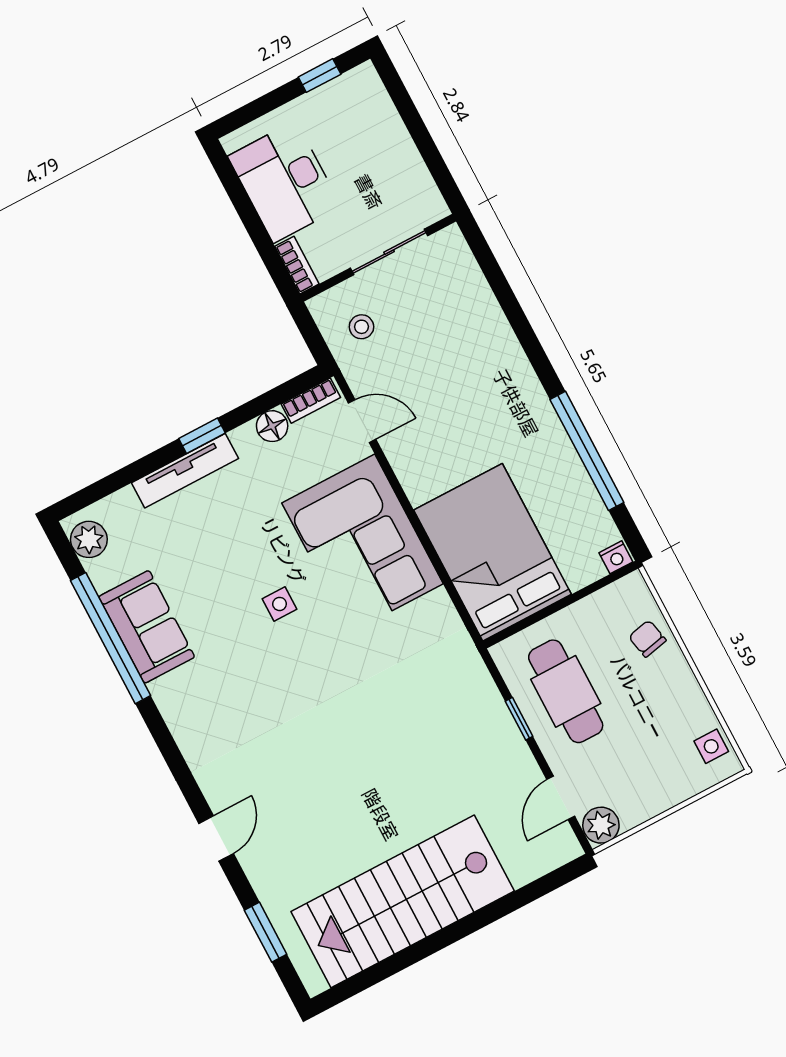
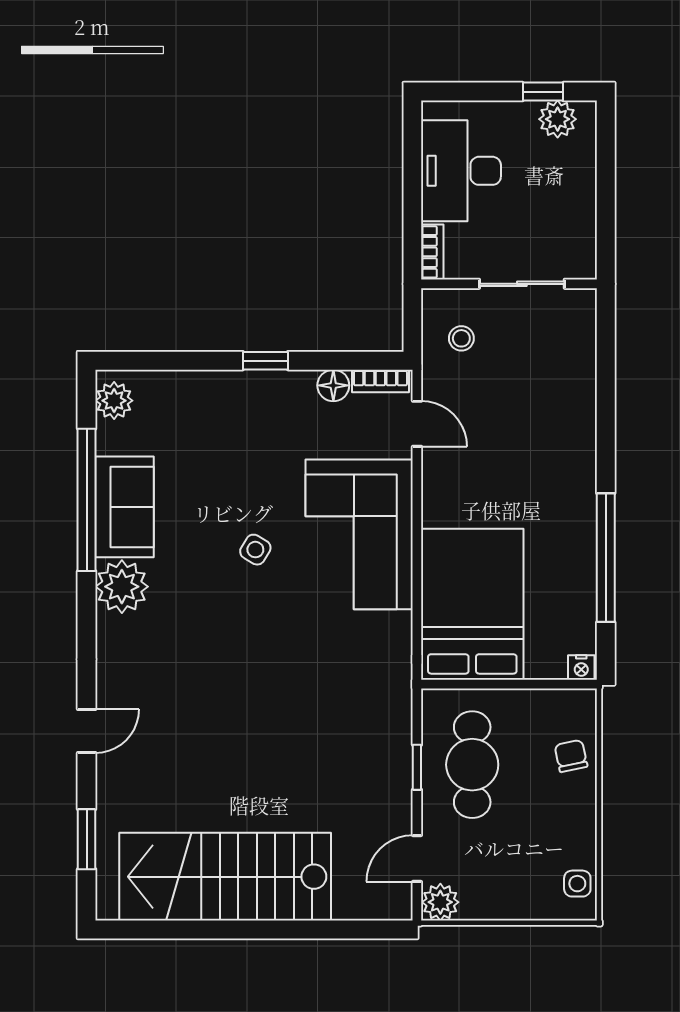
plant: (345, 93) -> (558, 119), added
tv unit: (185, 471) -> (233, 384), removed
side table: (279, 604) -> (255, 550), turned 31
plant: (181, 697) -> (122, 587), added

